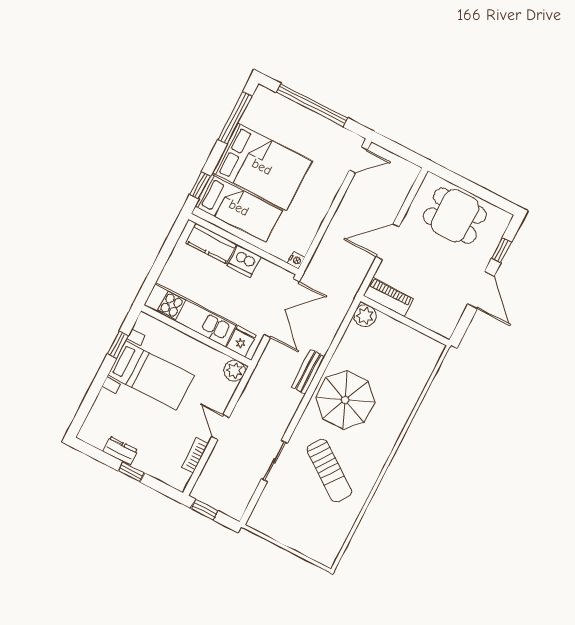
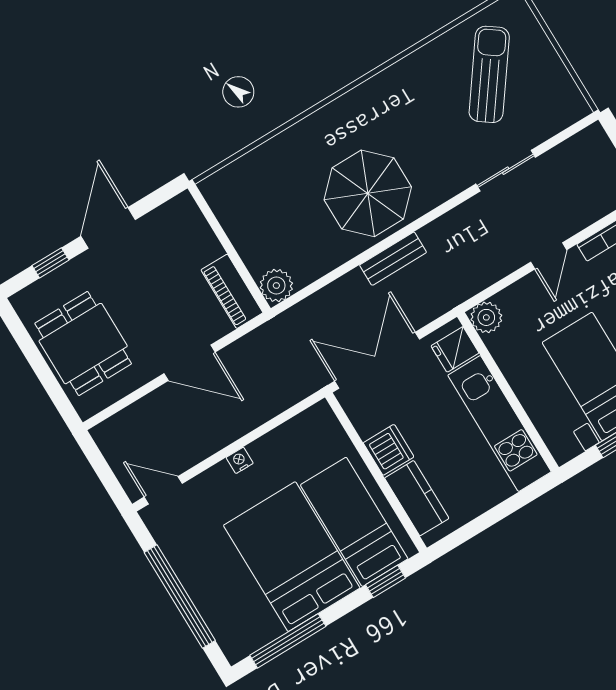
nightstand: (296, 260) -> (240, 460), moved
sun lounger: (329, 471) -> (489, 74), moved

